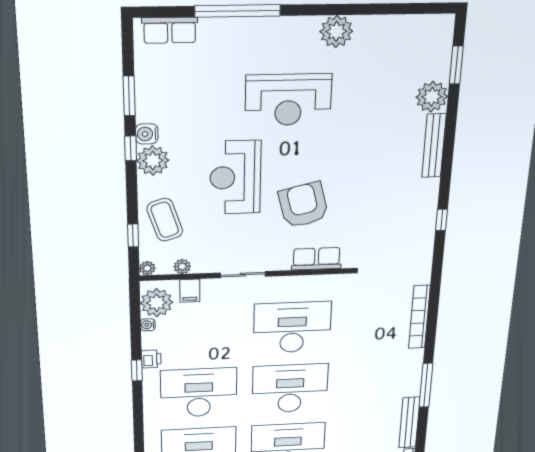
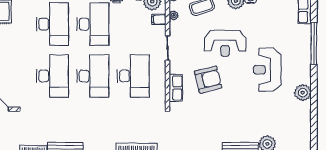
reception desk: (235, 178) -> (225, 43), turned 180

